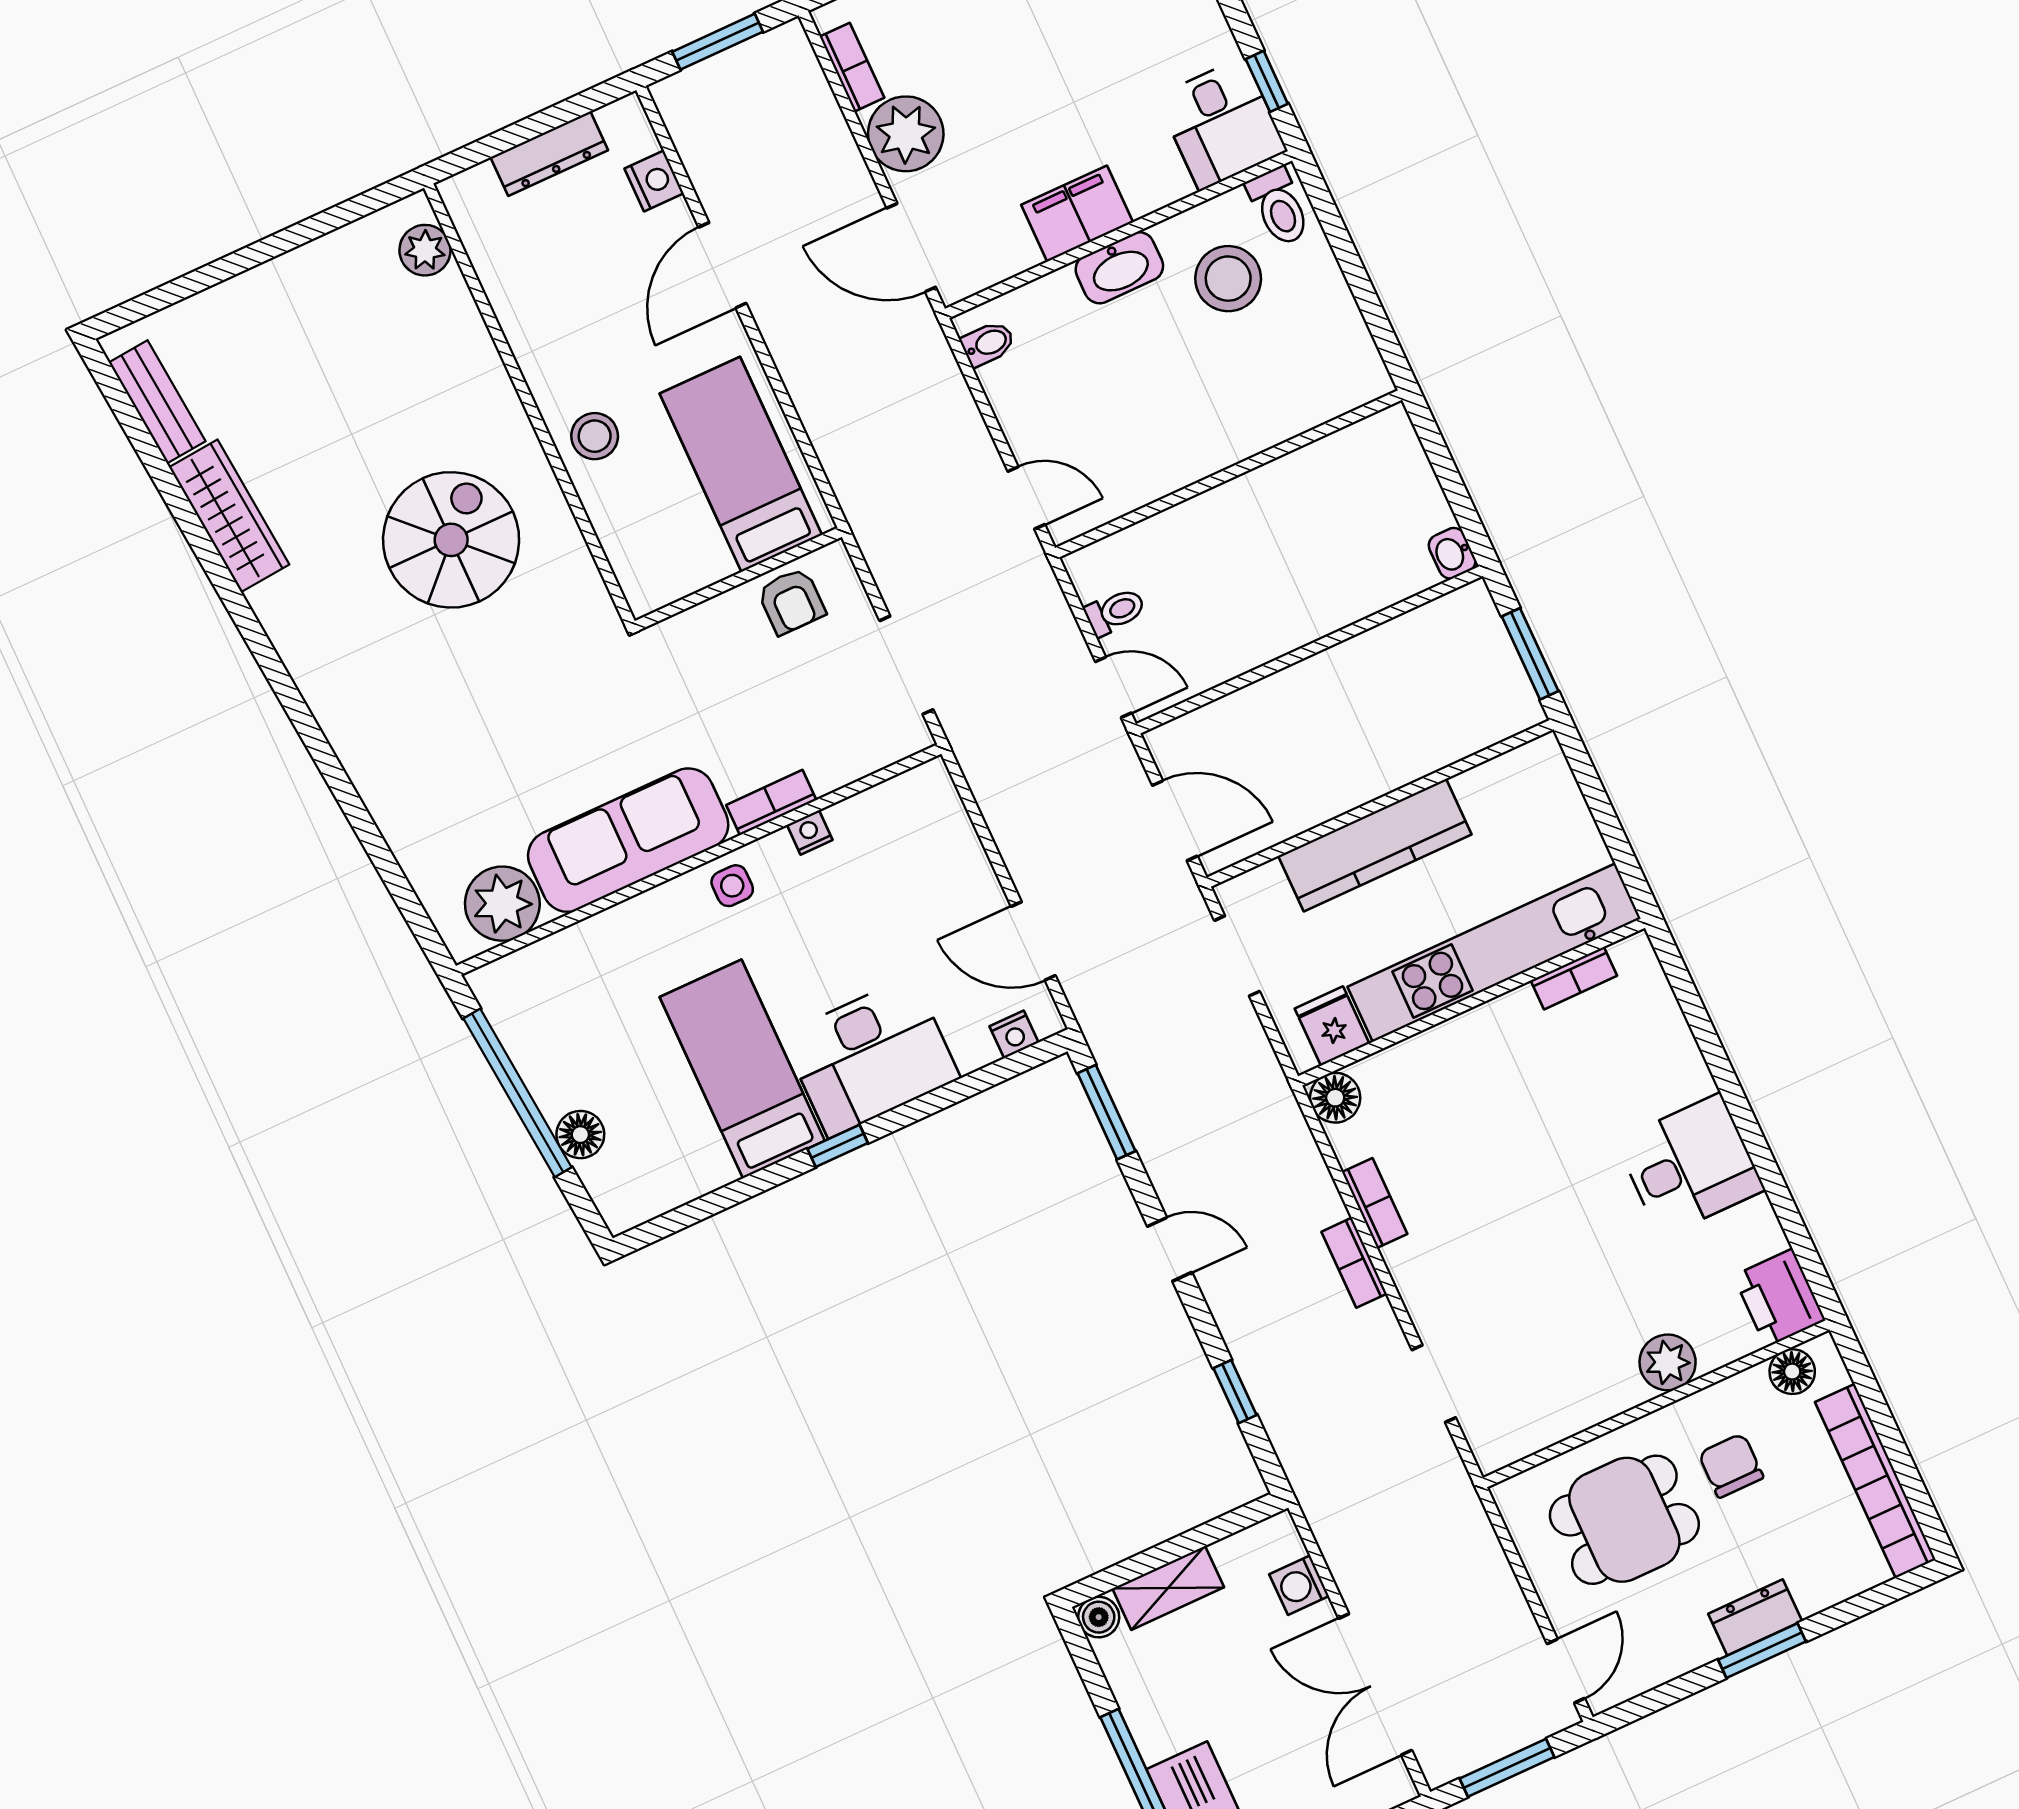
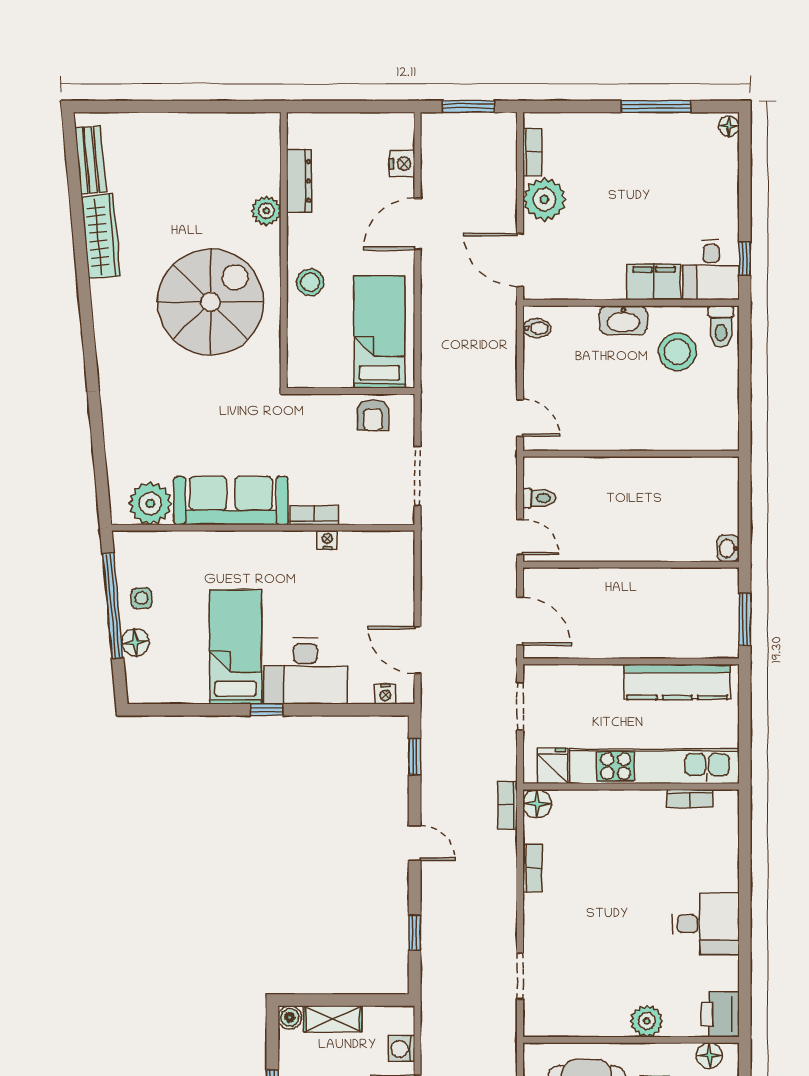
dresser: (549, 154) -> (299, 181), moved, turned -90
filing cabinet: (1077, 214) -> (654, 282), moved
plant: (425, 250) -> (266, 211), moved
spiral stairs: (451, 540) -> (211, 302), width x1.37, depth x1.37
kitchen counter: (1375, 845) -> (677, 682), moved
side table: (732, 886) -> (141, 598), moved
window: (1106, 1112) -> (415, 756), width x0.67
bookcase: (1354, 1263) -> (507, 805), moved

